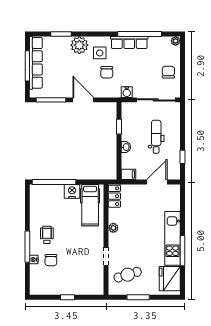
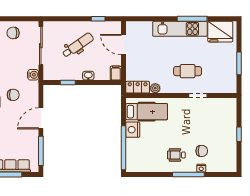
dental chair: (156, 137) -> (78, 45), turned 145
plant: (113, 228) -> (155, 88), moved
cafe table: (128, 275) -> (188, 71), moved, turned -73

